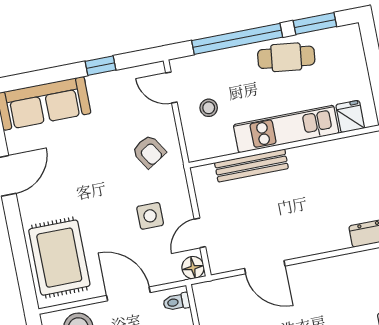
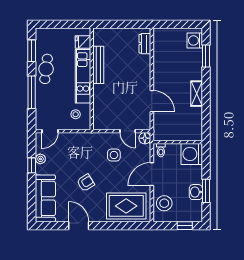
window: (237, 39) -> (32, 92), width x0.68
plant: (116, 80) -> (40, 159), added
stool: (209, 108) -> (76, 114), moved
armchair: (149, 152) -> (86, 183), moved
bench: (251, 166) -> (98, 65), moved
door: (265, 267) -> (152, 101), hinge flipped

